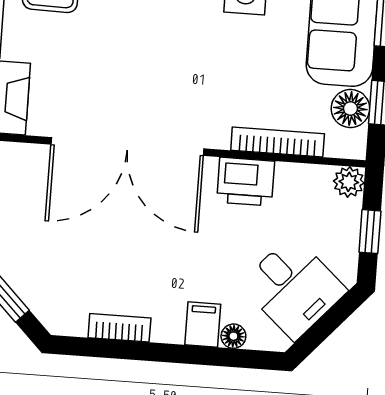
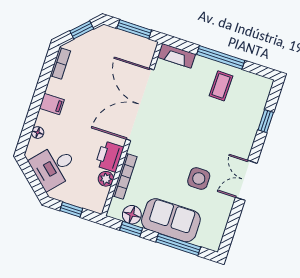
plant: (349, 182) -> (106, 179), moved
filing cabinet: (203, 324) -> (52, 104), moved
bookcase: (119, 328) -> (60, 63), moved

